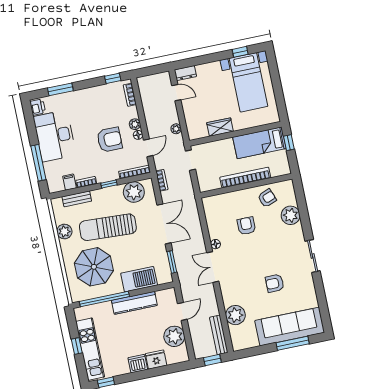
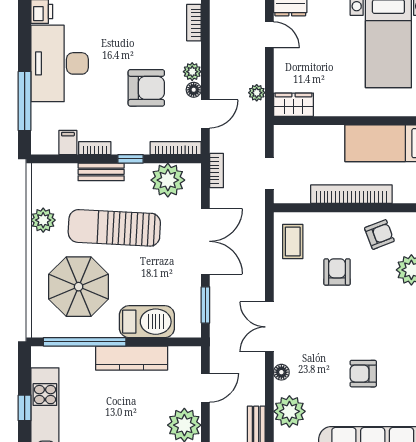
wardrobe: (220, 127) -> (293, 105), moved
doorway: (190, 160) -> (269, 173), moved
bench: (77, 199) -> (101, 172), moved
coffee table: (216, 213) -> (293, 241), added
floor lamp: (216, 244) -> (281, 372), moved

